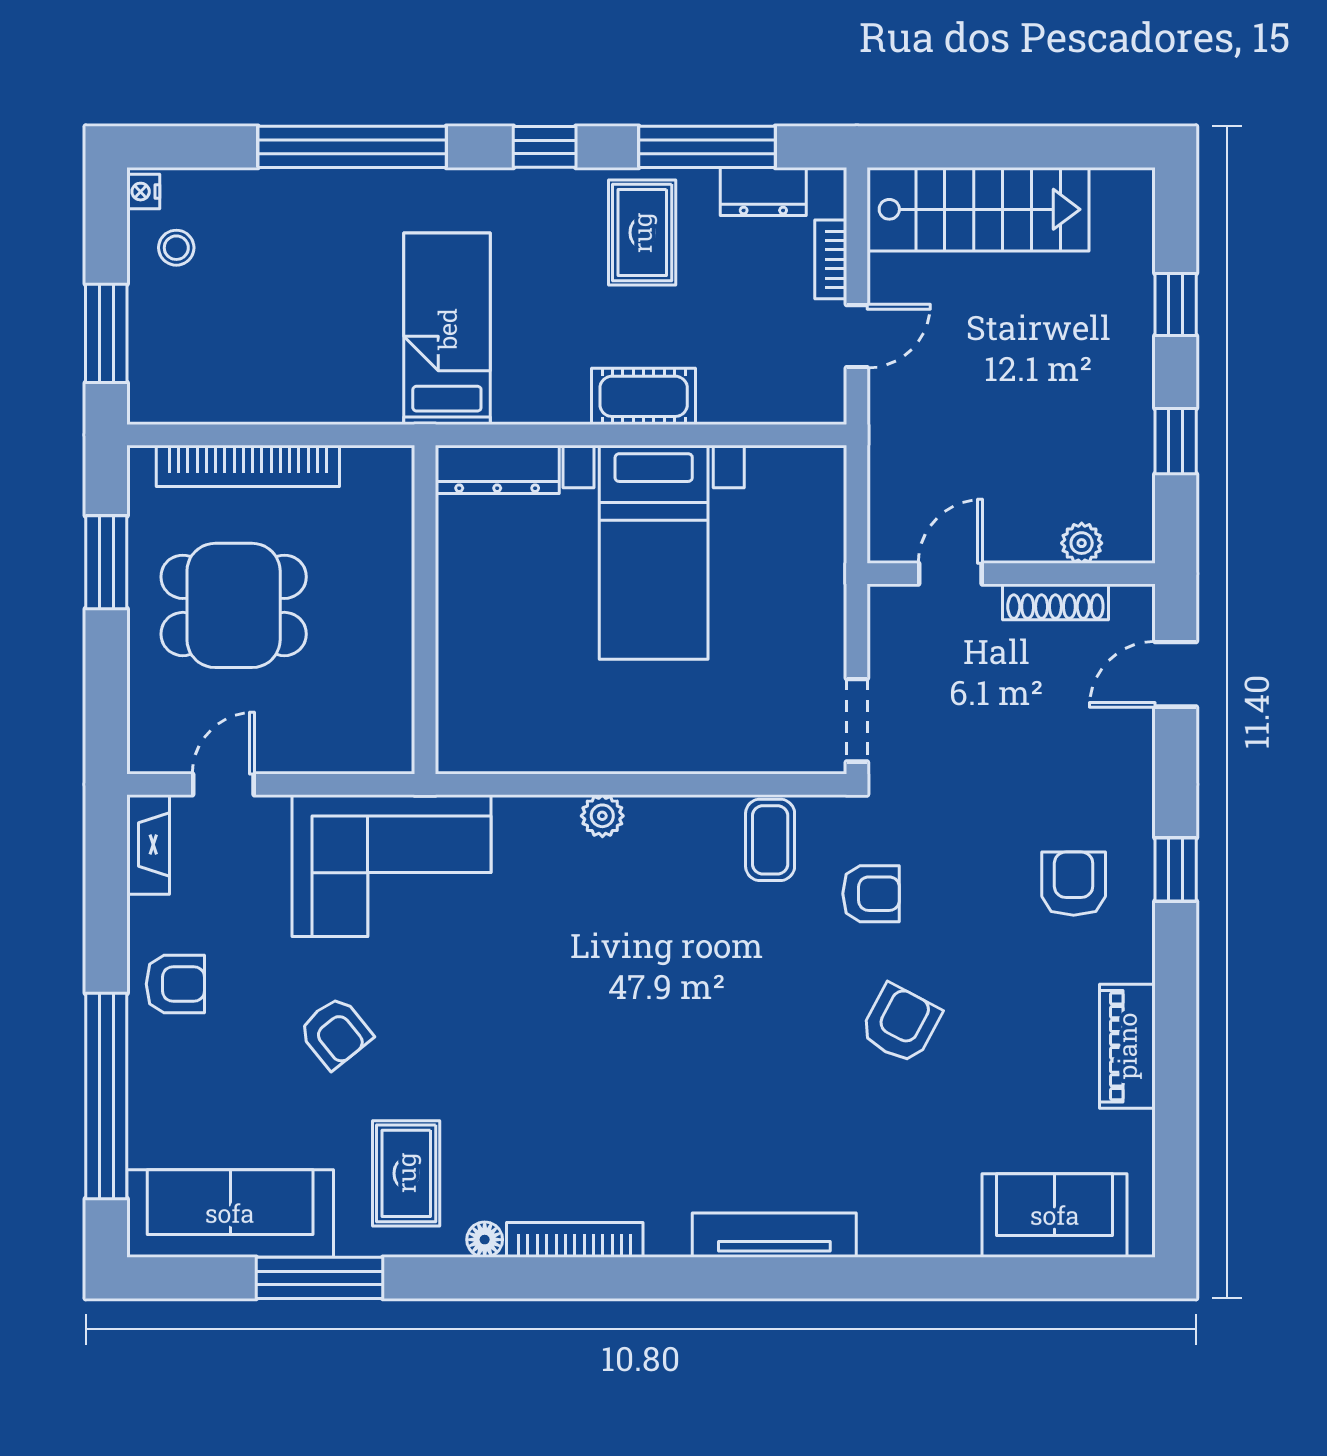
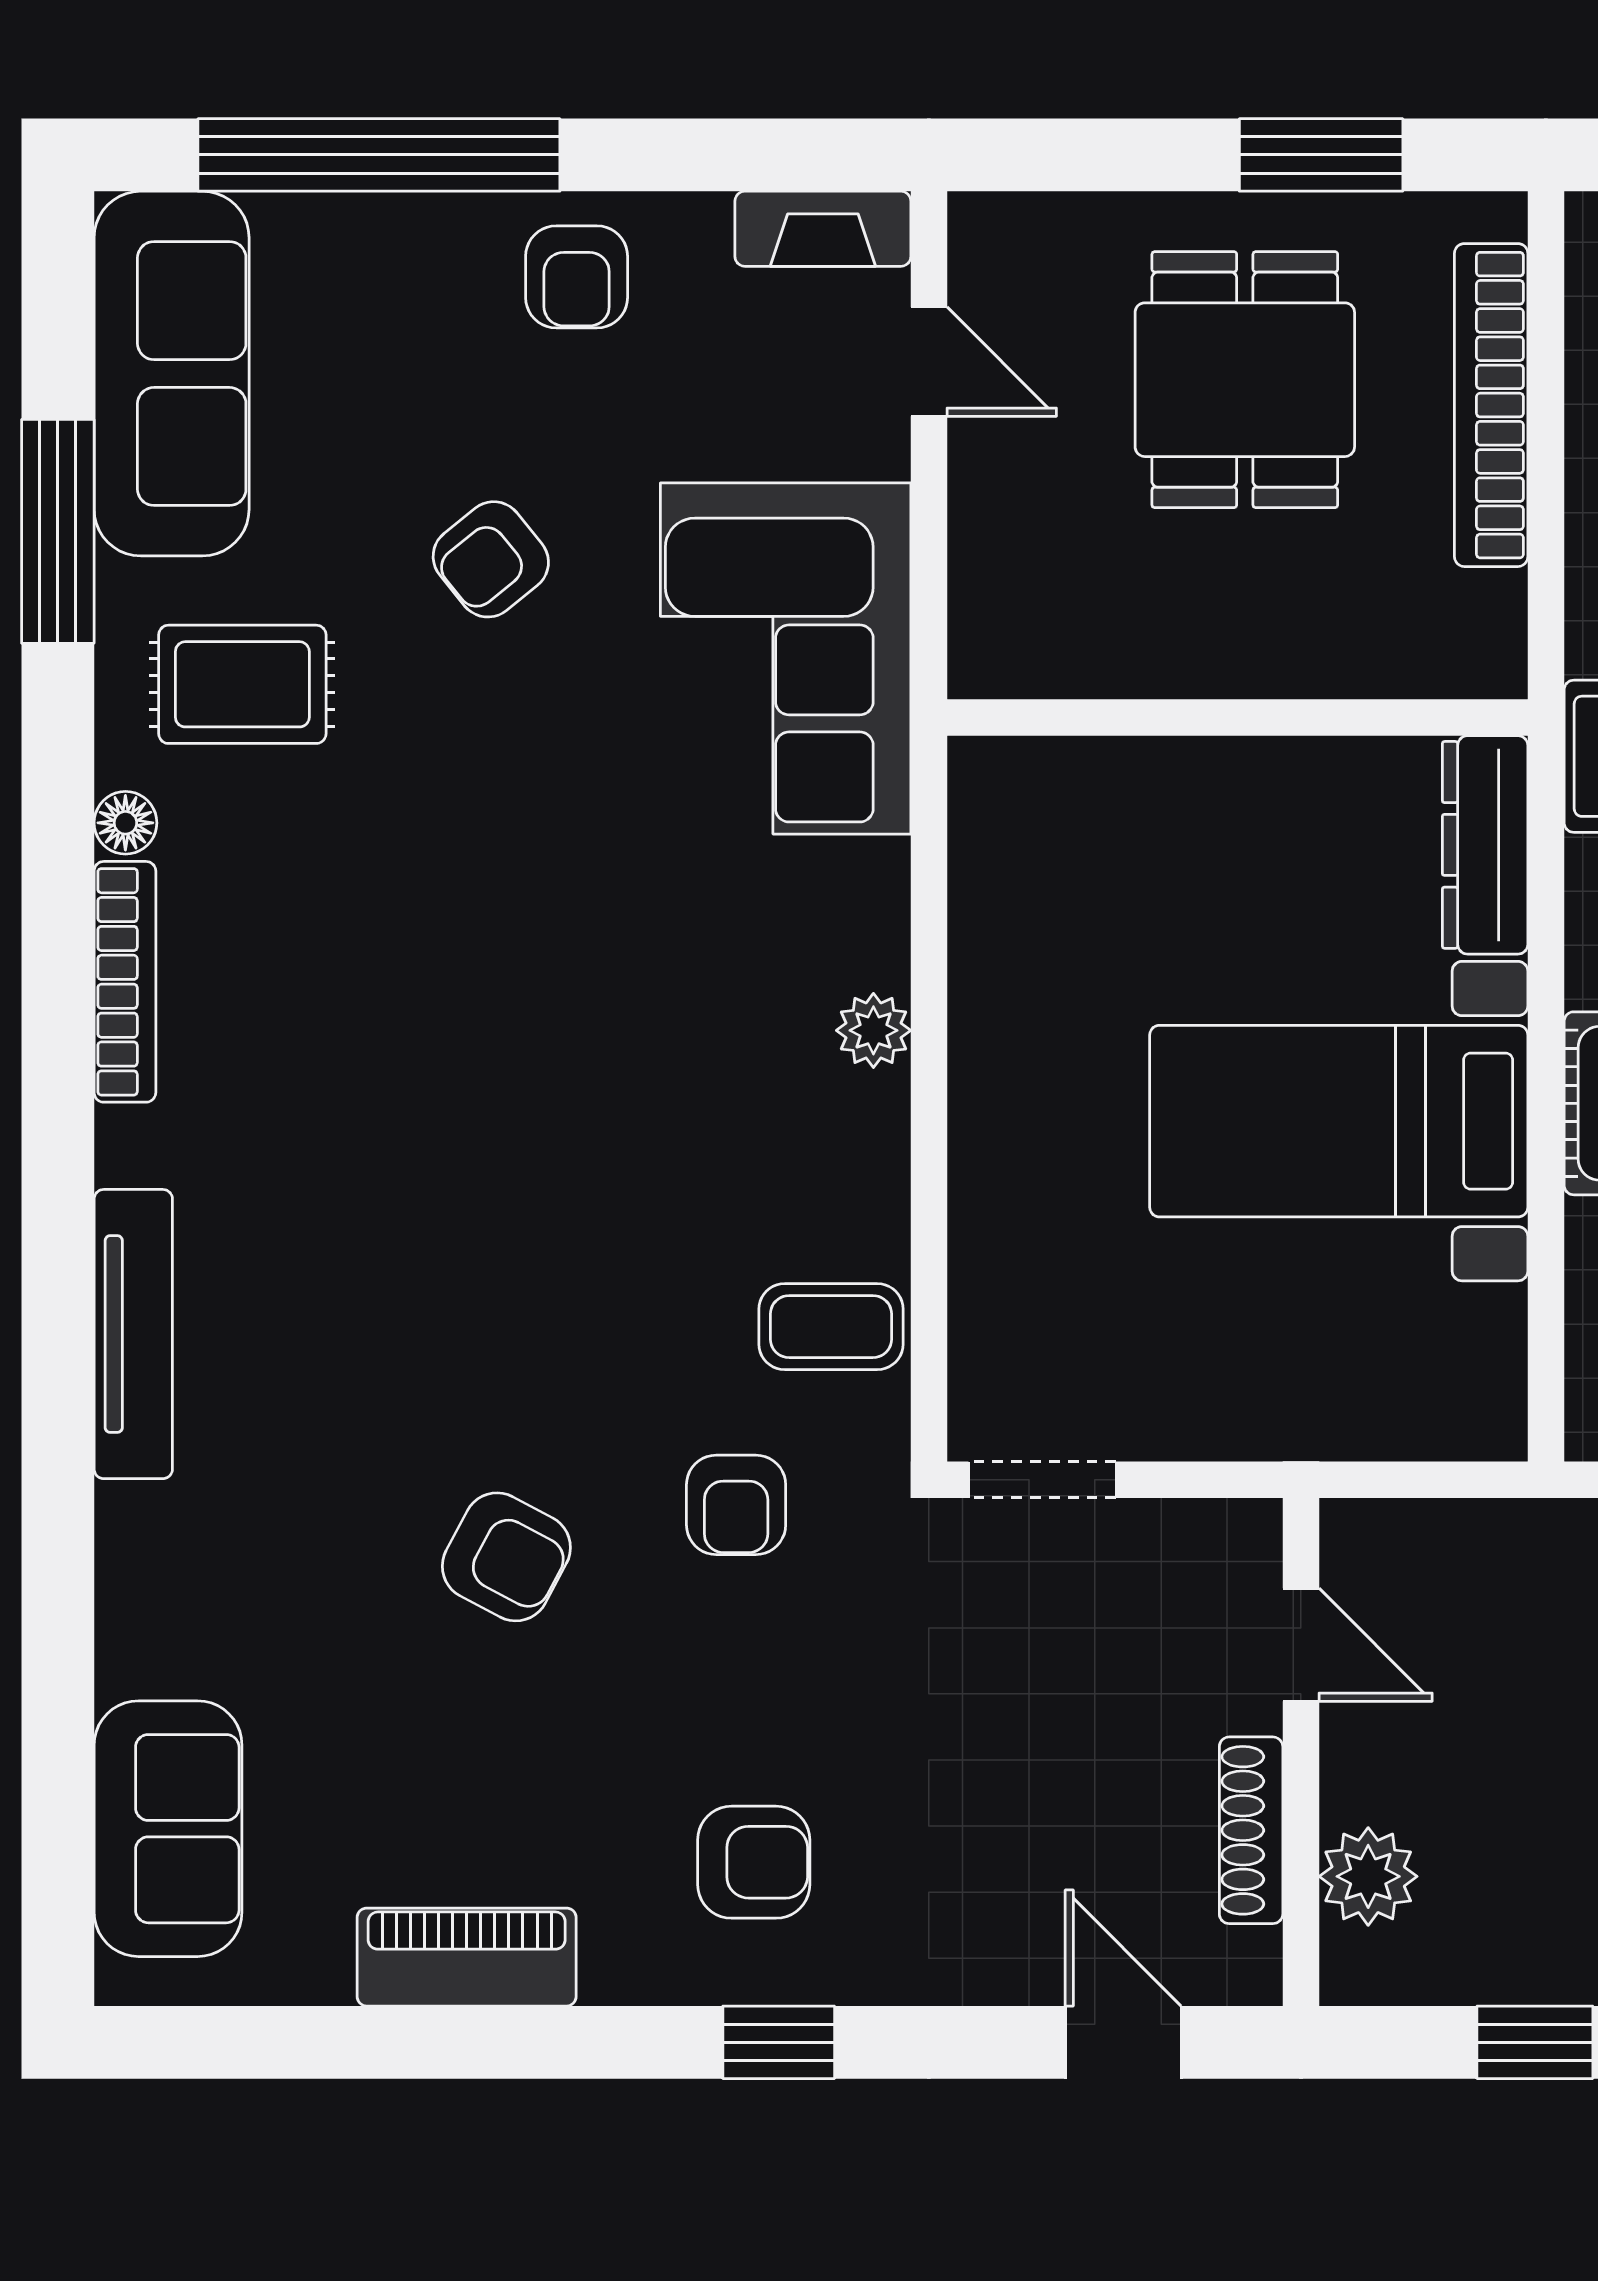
plant: (1082, 543) -> (1368, 1876), width x1.38, depth x1.38

